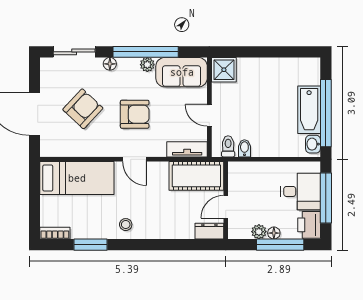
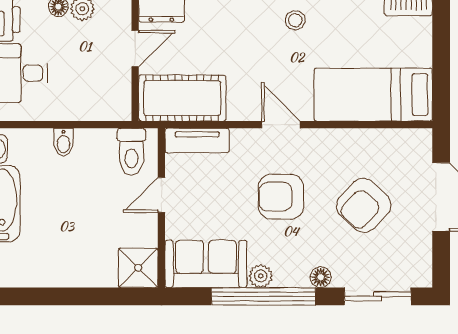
door: (209, 115) -> (161, 195), swing flipped
toilet: (228, 146) -> (131, 152), width x1.37, depth x1.39
bidet: (244, 148) -> (63, 142), moved

